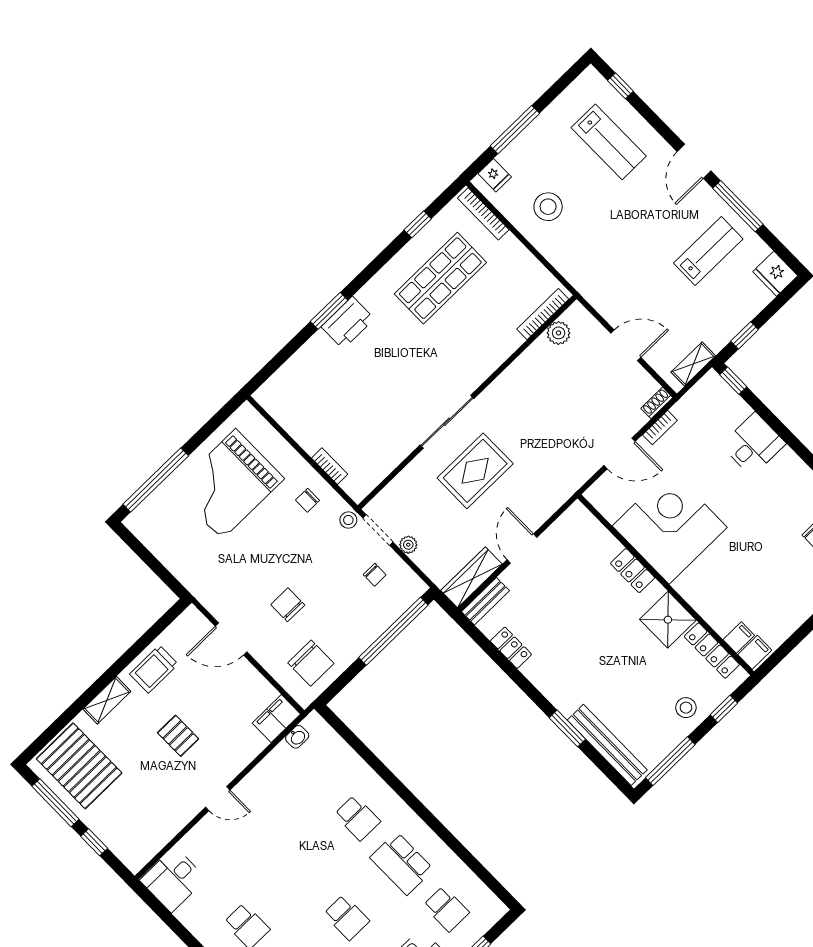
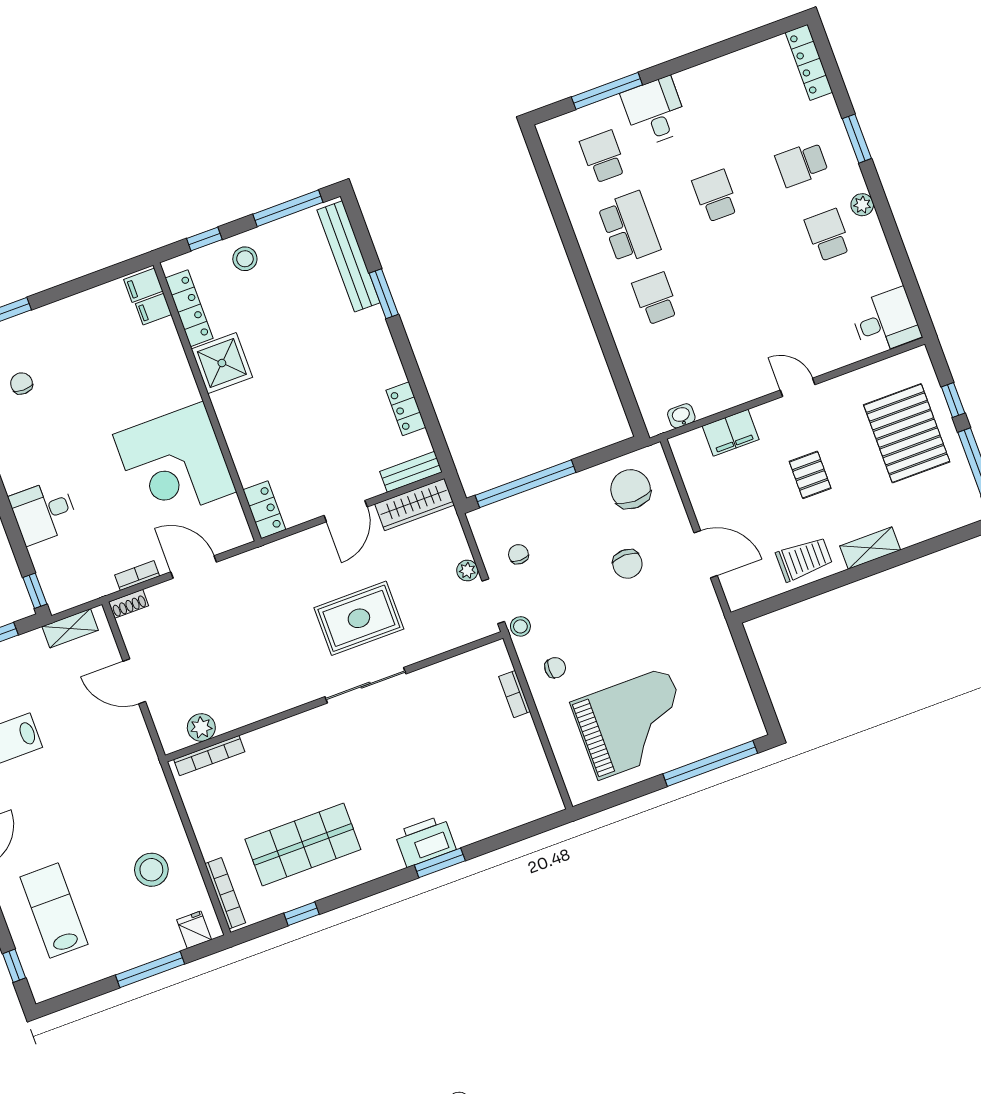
locker: (633, 571) -> (264, 510), moved
filing cabinet: (276, 719) -> (731, 433), moved
pallet: (79, 766) -> (907, 433), moved

